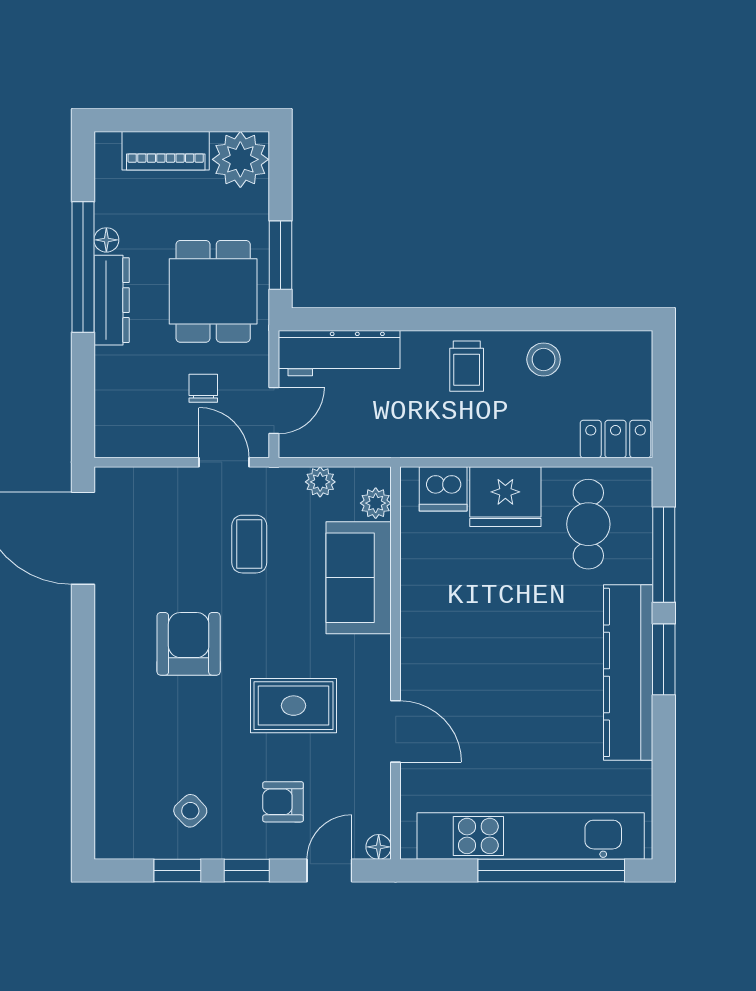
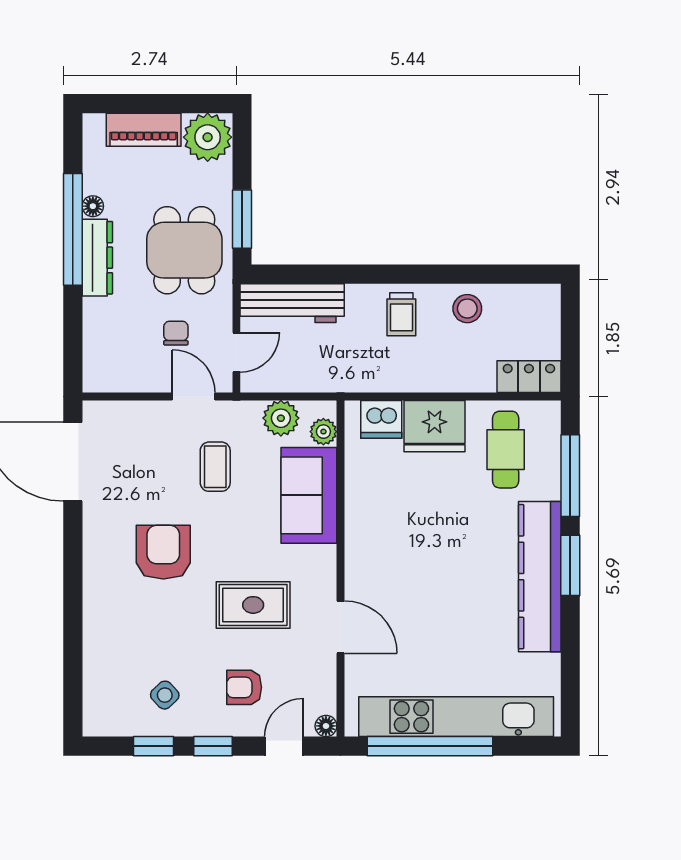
plant: (320, 482) -> (281, 418), width x1.38, depth x1.38
window: (551, 870) -> (430, 746), moved

